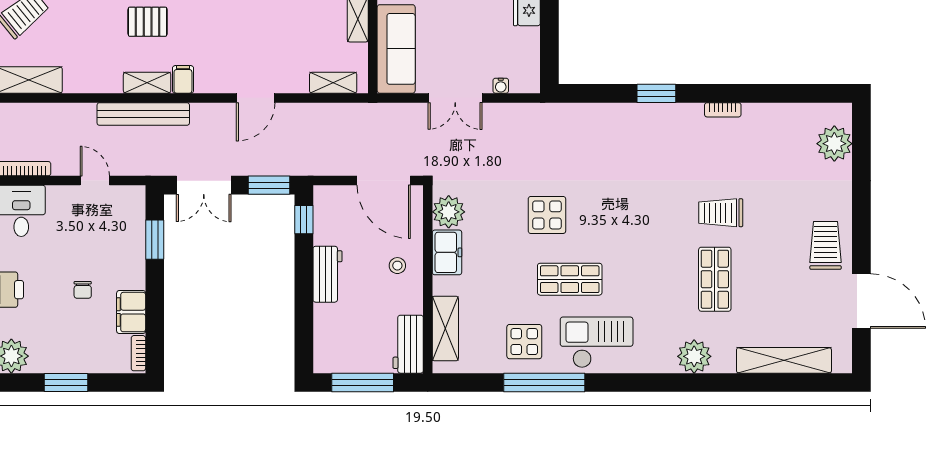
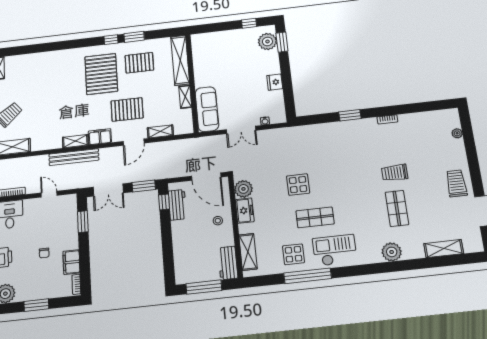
pallet: (148, 22) -> (127, 109), moved, width x1.50, depth x1.42
filing cabinet: (183, 79) -> (100, 137), width x2.00
shelving: (333, 83) -> (160, 131), moved
plant: (834, 144) -> (457, 133), width x0.53, depth x0.53
workbench: (328, 274) -> (177, 205), moved
shelving: (784, 360) -> (444, 249), width x0.68

